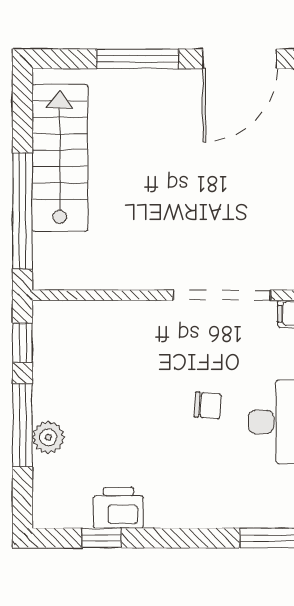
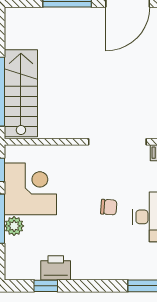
stairs: (60, 158) -> (21, 93), moved
corner desk: (76, 375) -> (30, 189), added

